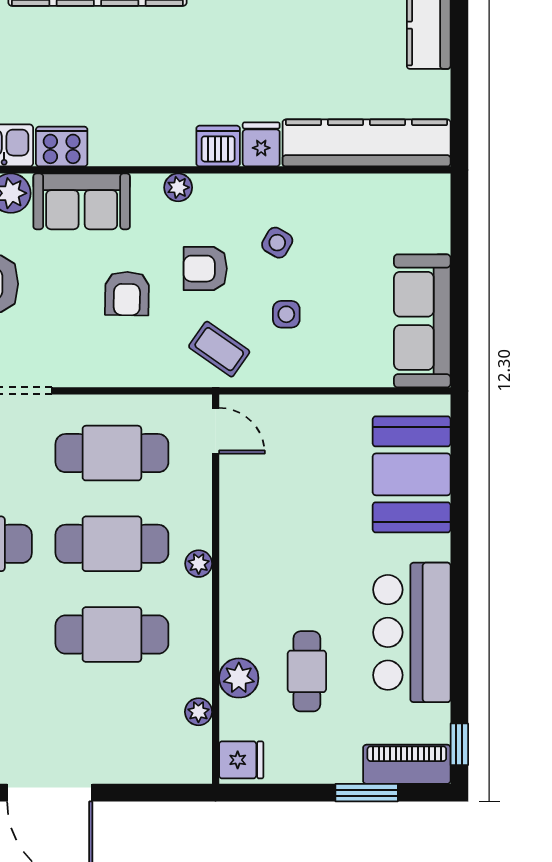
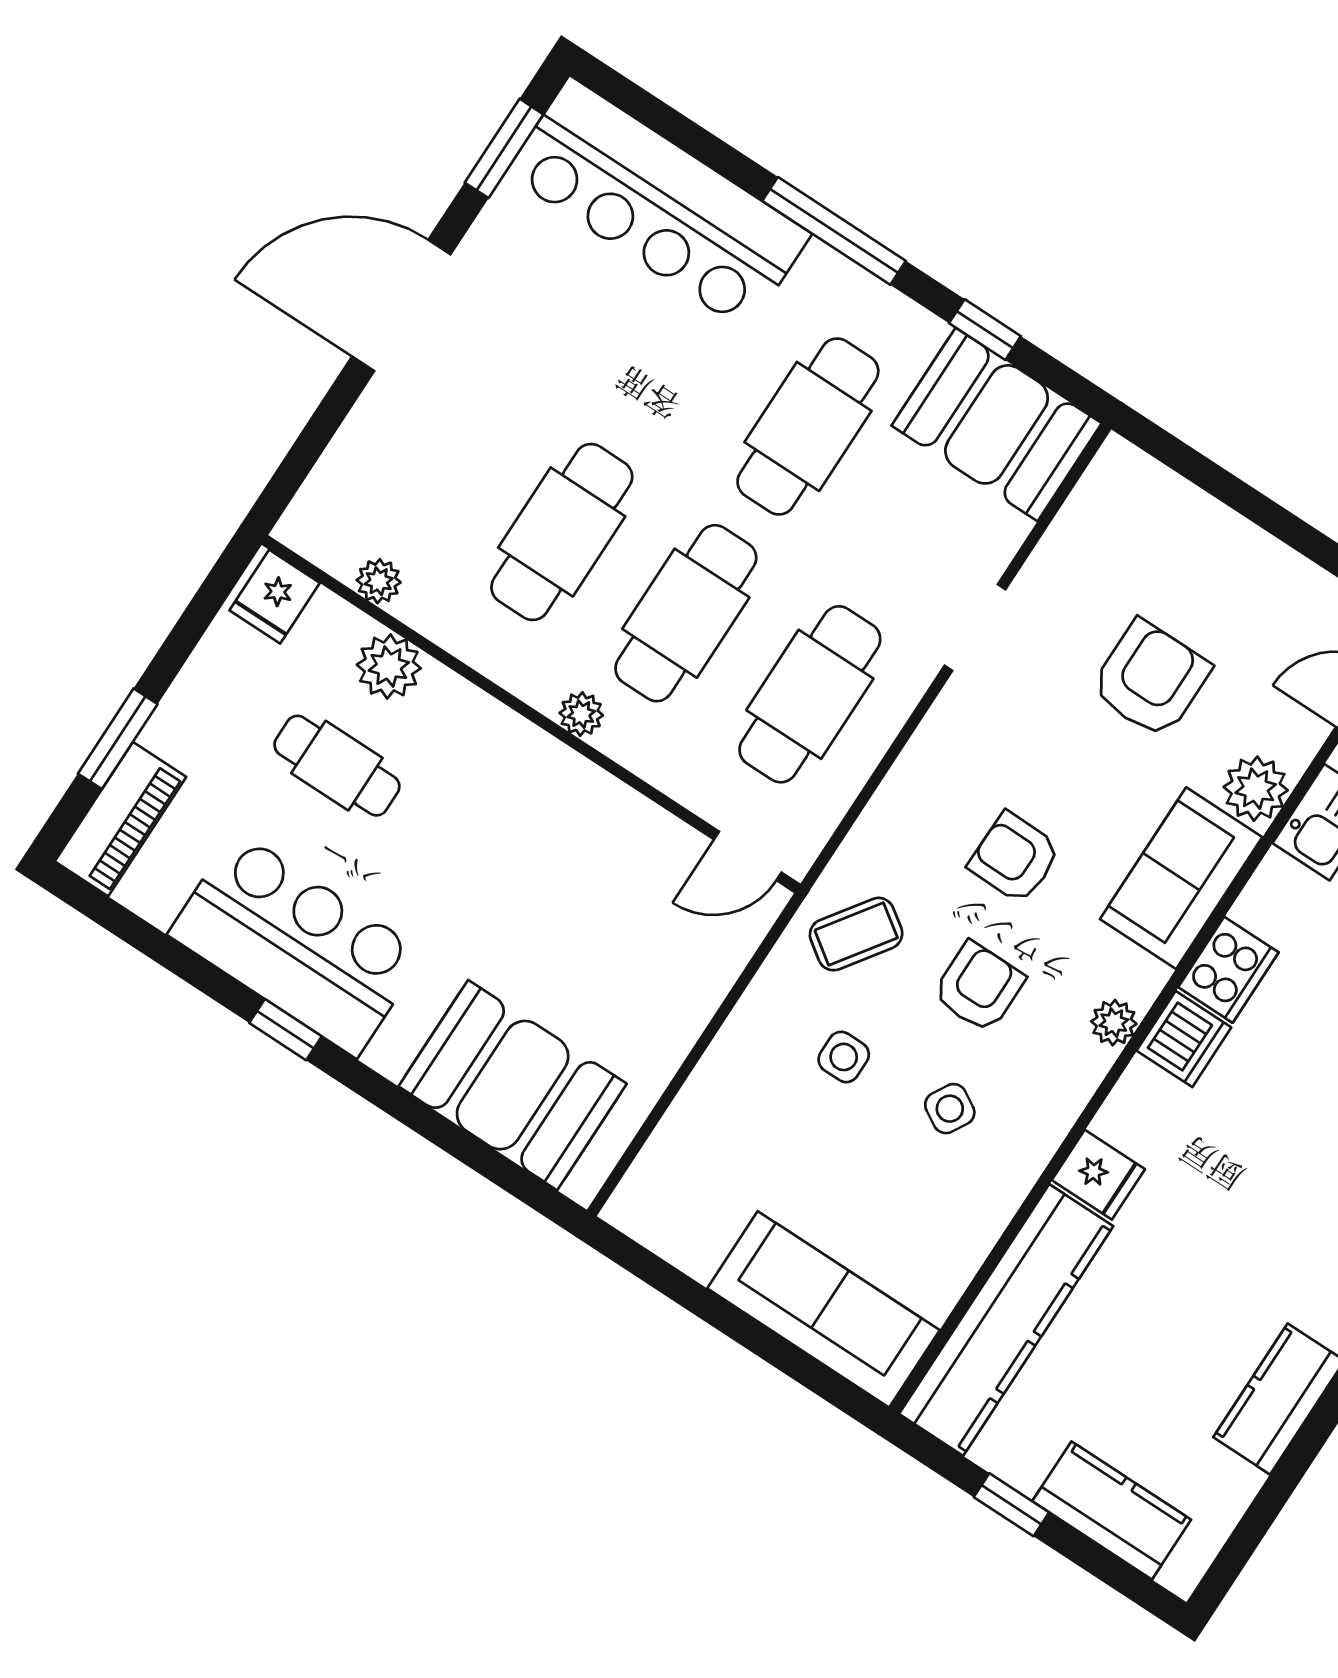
window: (459, 78) -> (1011, 1505), added
dishwasher: (218, 146) -> (1184, 1039), moved
cooker: (62, 147) -> (1228, 970), moved
sofa: (422, 321) -> (823, 1309), moved
window: (459, 744) -> (285, 1030), moved

